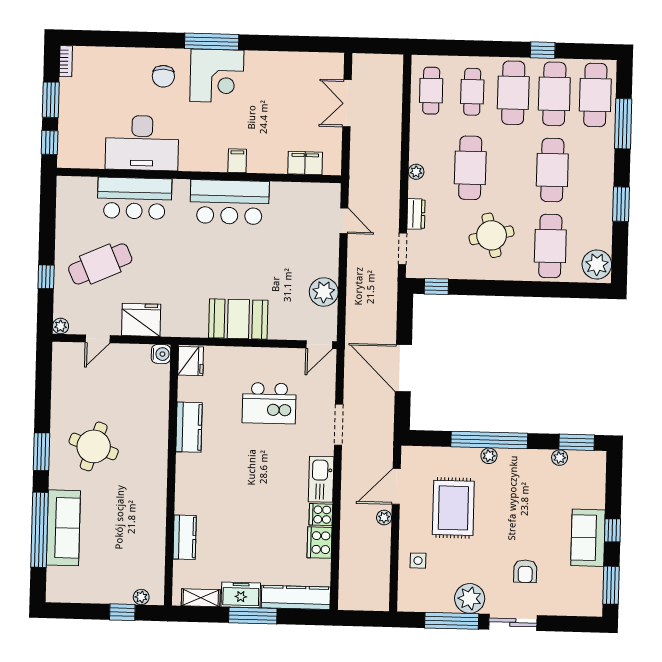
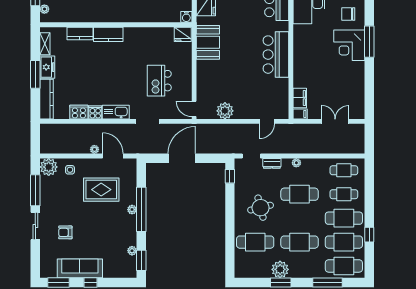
filing cabinet: (237, 161) -> (300, 114), moved
plant: (597, 265) -> (280, 269), moved
booth: (238, 319) -> (208, 42), moved
kitchen counter: (189, 427) -> (108, 34), moved
sofa: (588, 538) -> (80, 268), width x1.36
plant: (470, 598) -> (49, 167), moved

